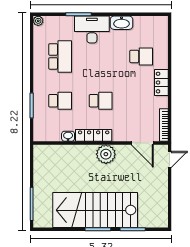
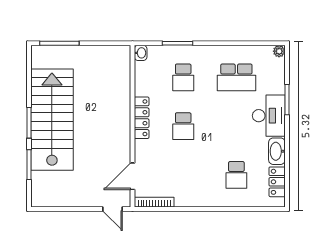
locker: (161, 83) -> (277, 182), moved, turned -90
washbasin: (68, 136) -> (141, 53), moved
plant: (106, 154) -> (119, 132), removed

